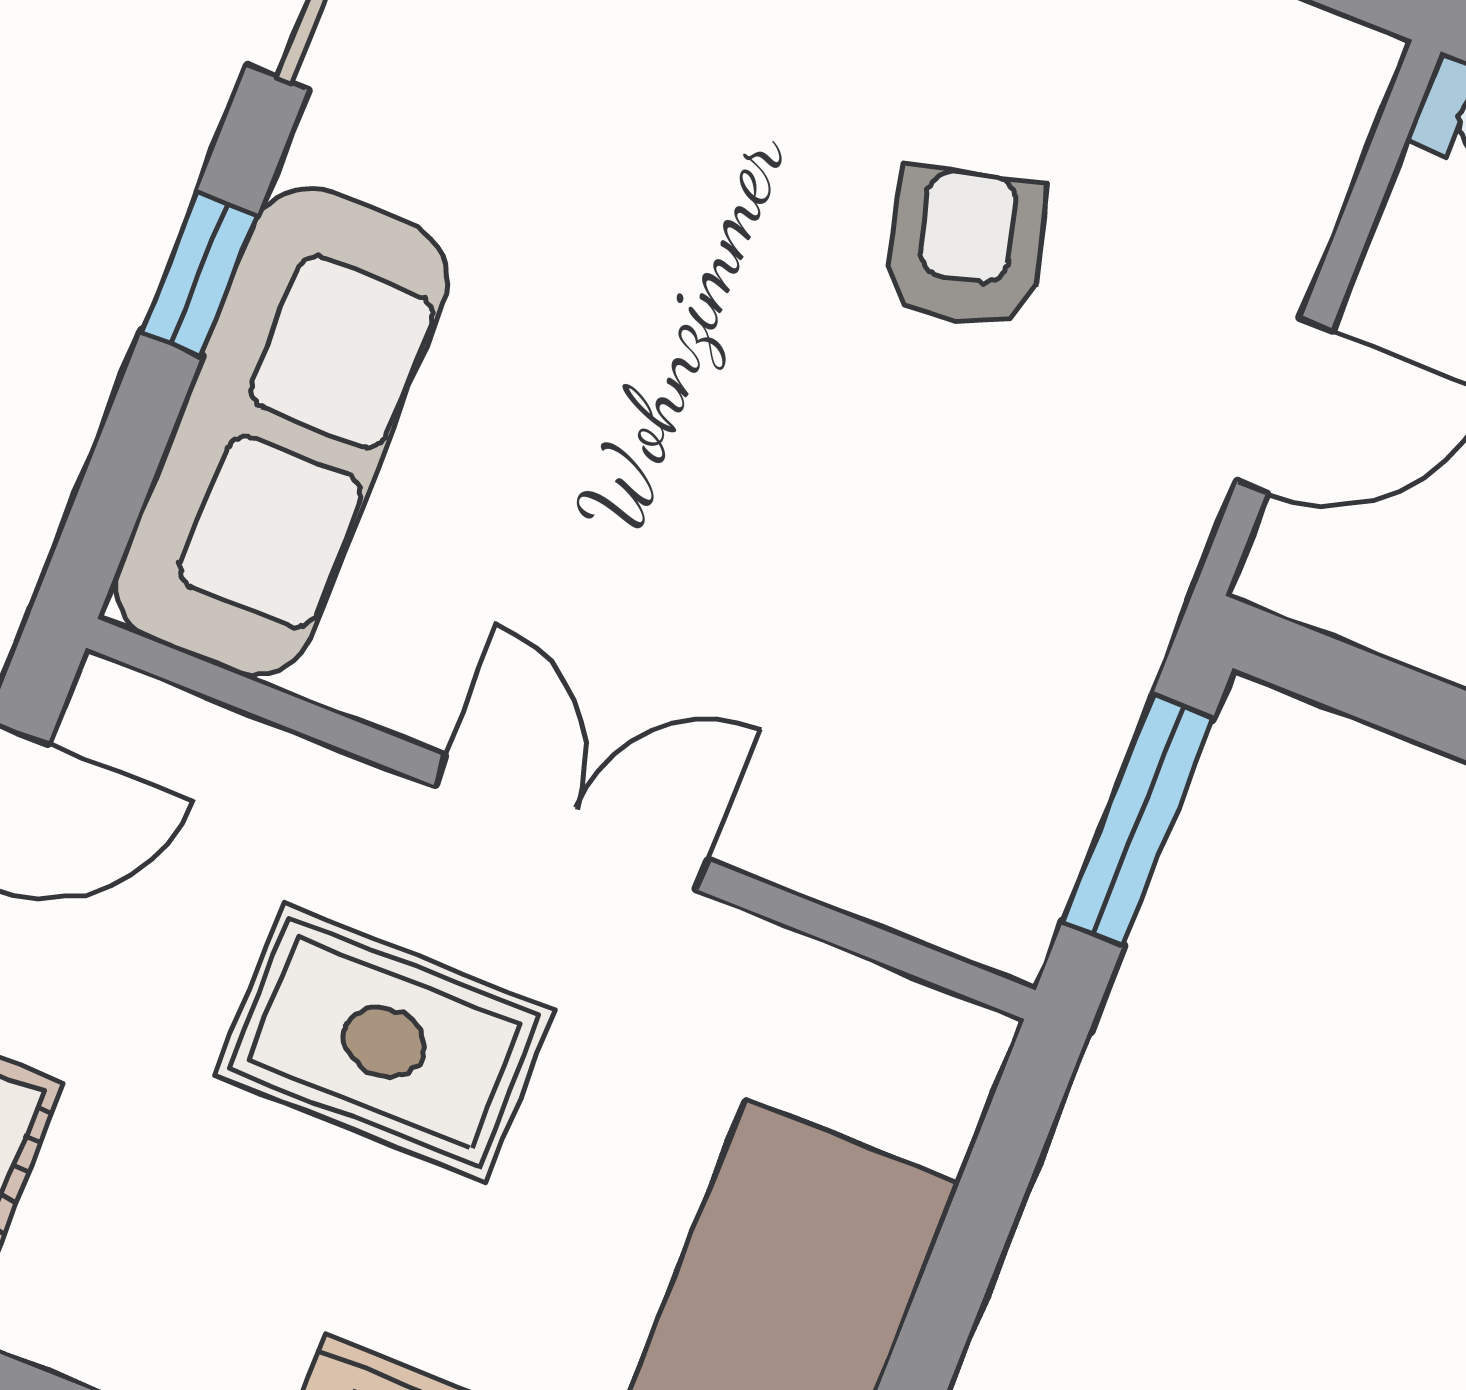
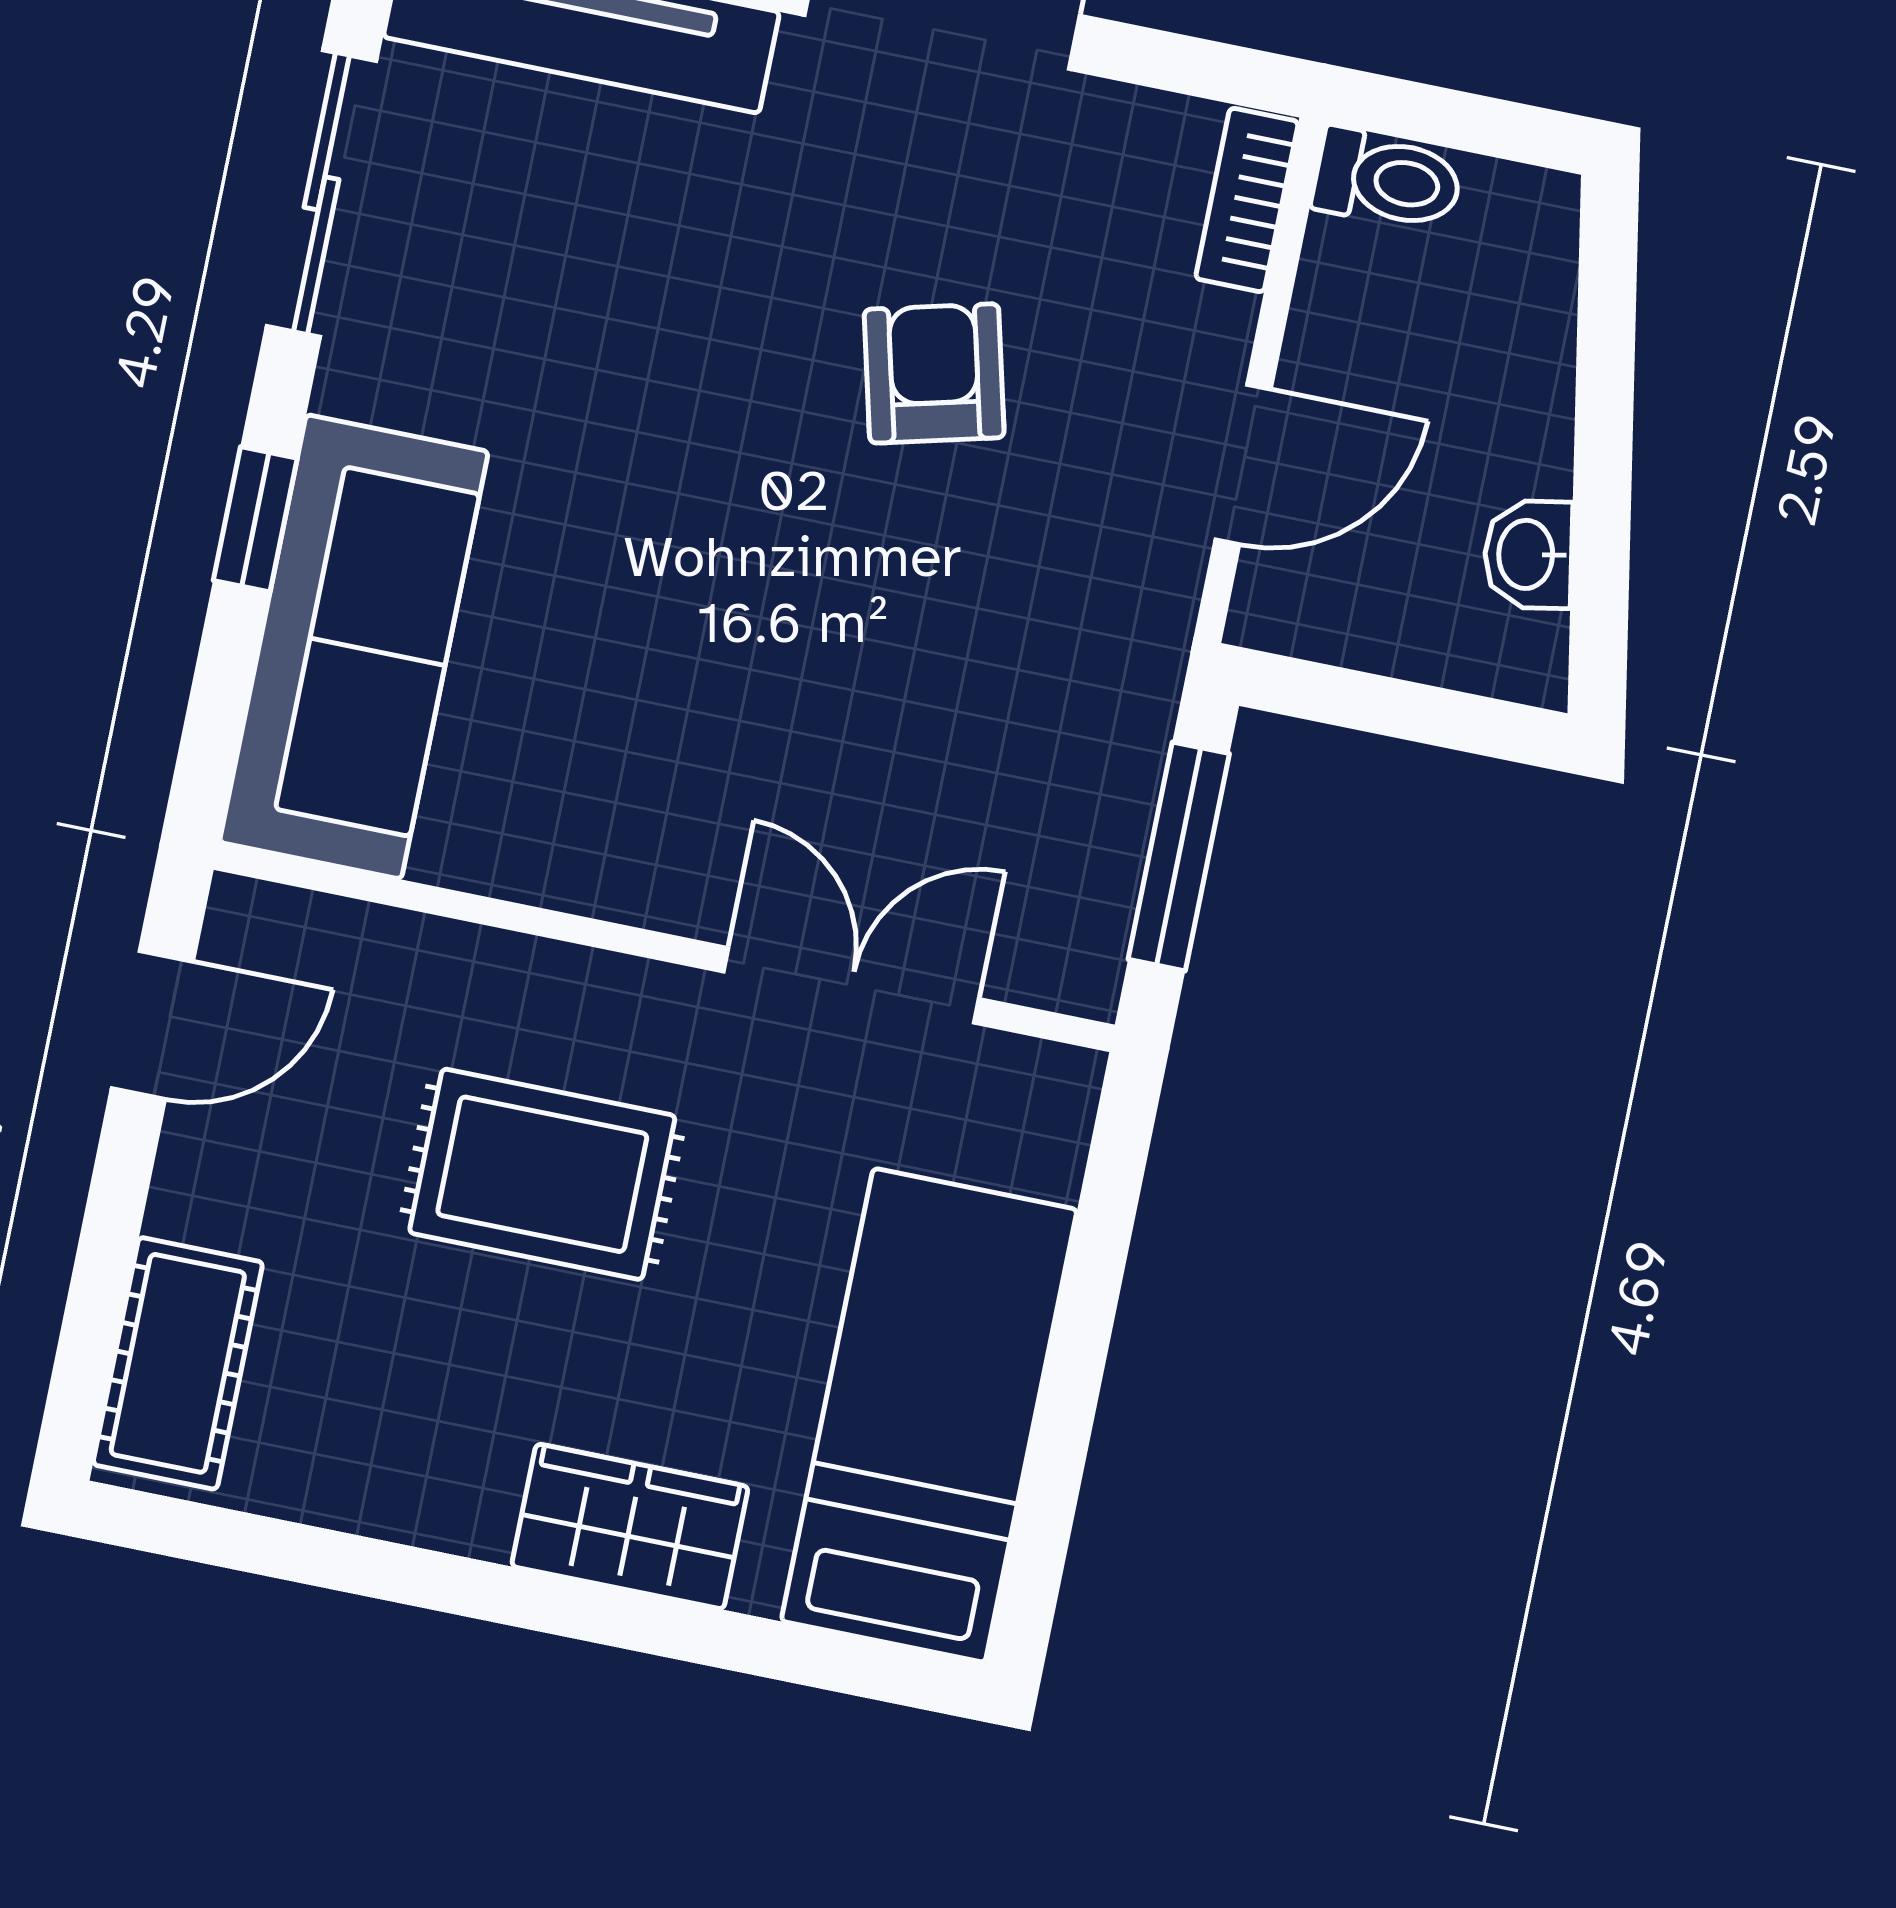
bookcase: (1339, 119) -> (1247, 200), added
double door: (571, 823) -> (851, 985), moved

